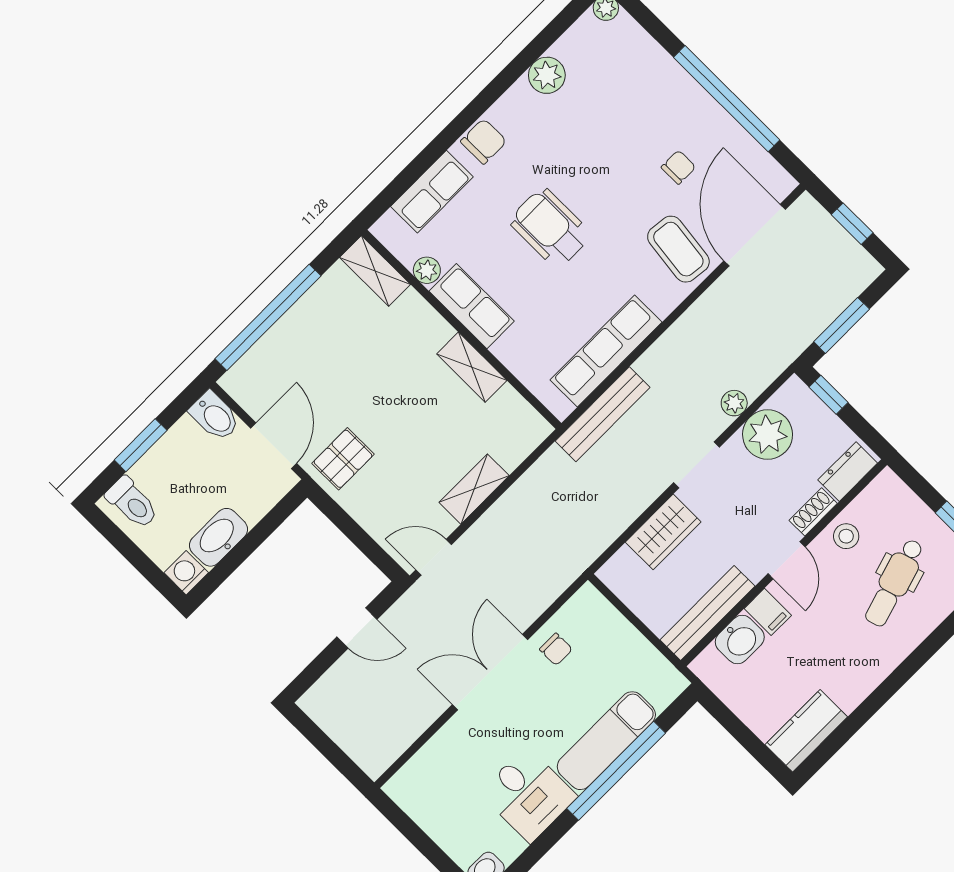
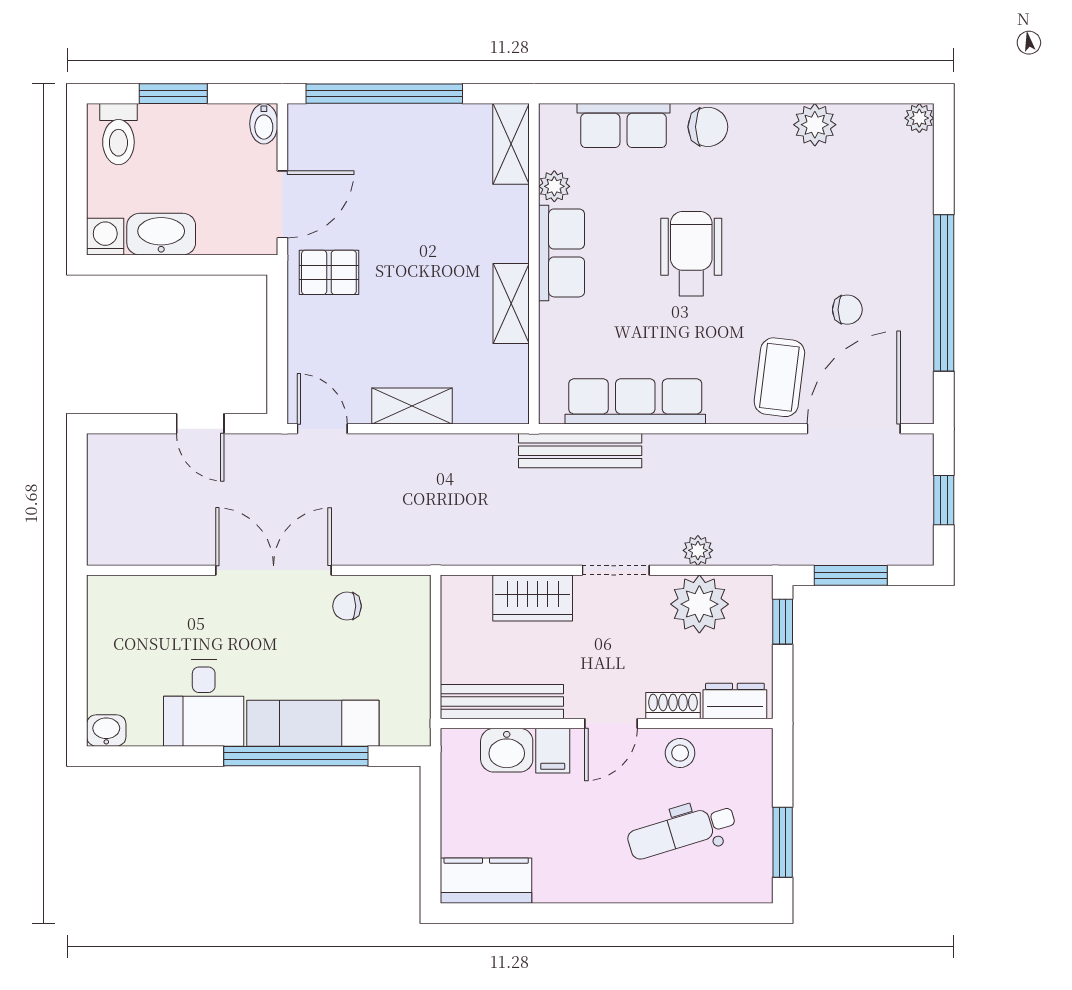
bidet: (215, 416) -> (264, 124), width x0.72, depth x0.74
chair: (556, 649) -> (347, 606), turned 90

